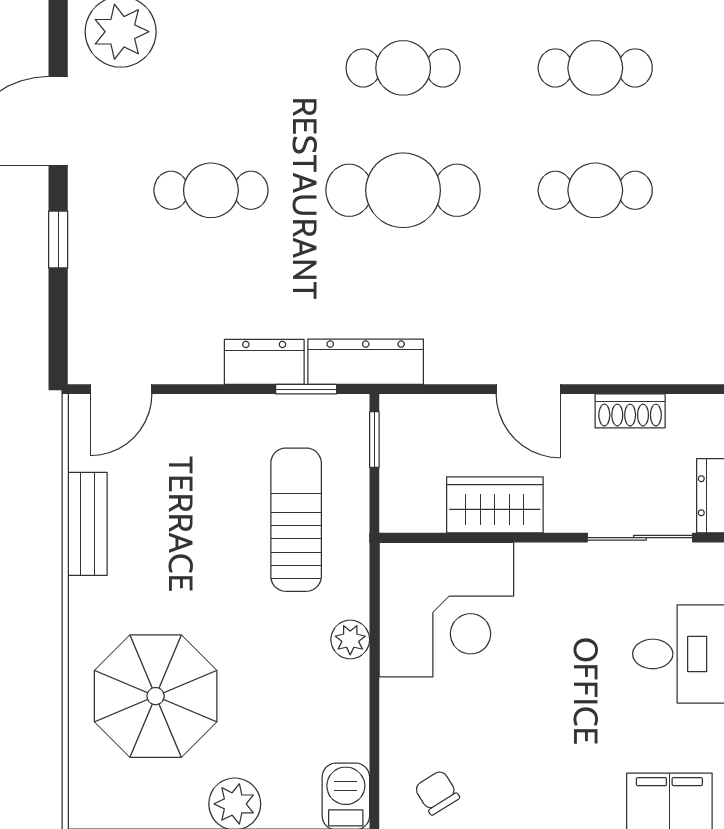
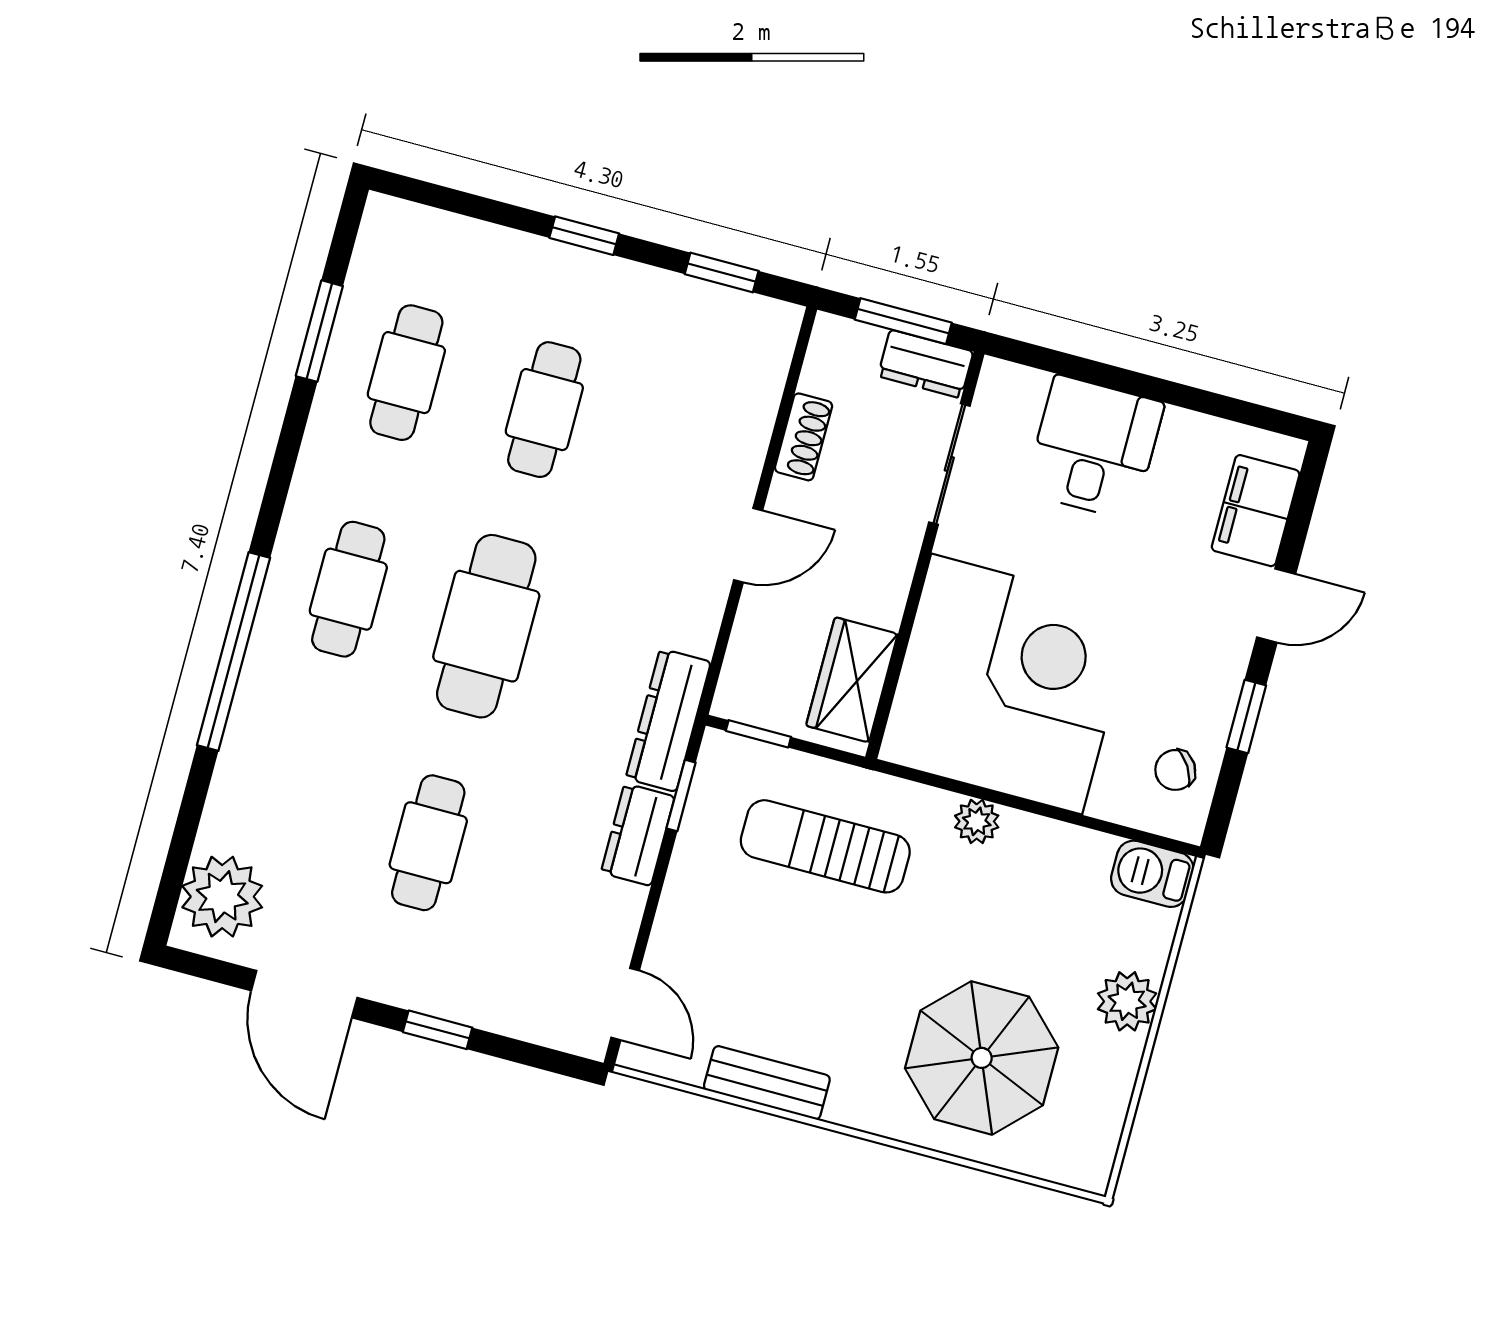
wardrobe: (495, 505) -> (852, 680), moved
corner desk: (446, 610) -> (1007, 684), width x1.36, depth x1.36

